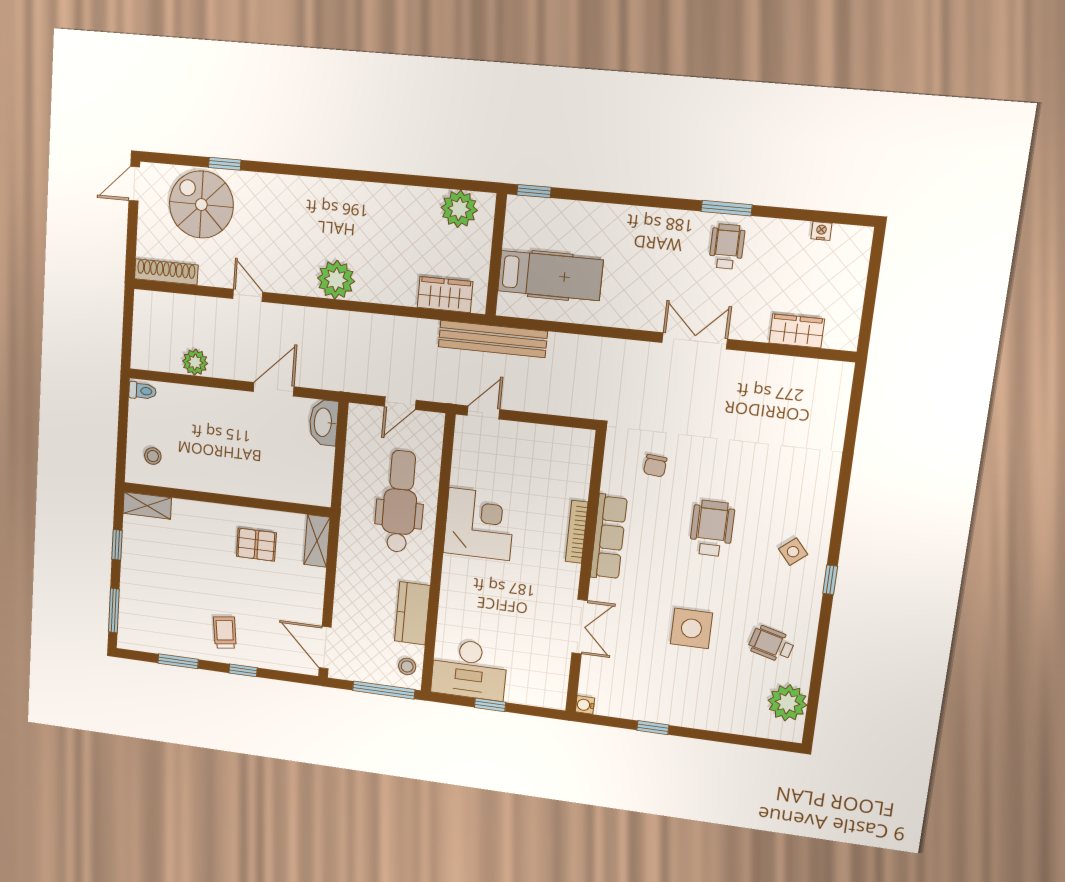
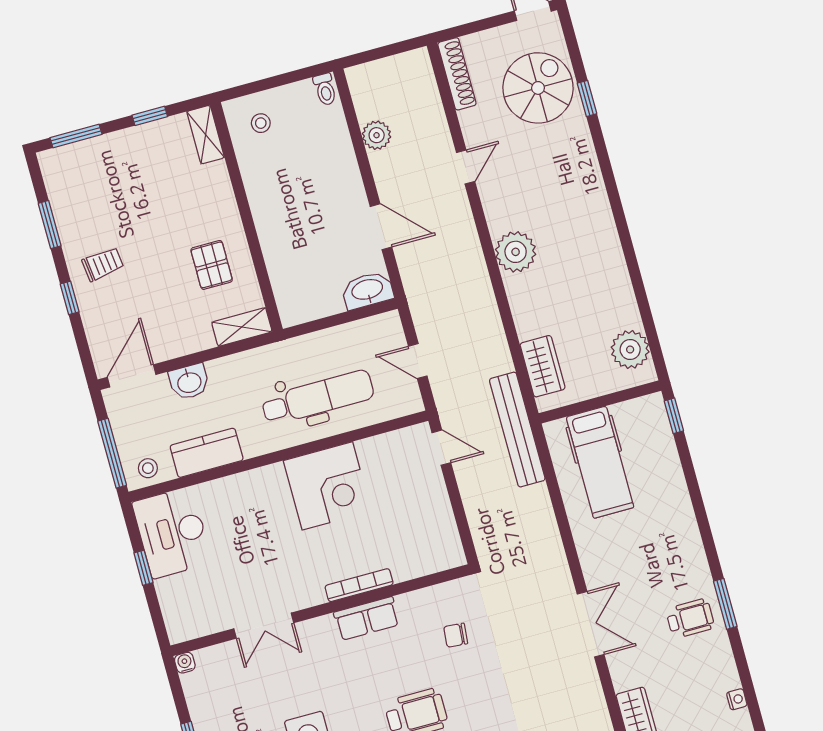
row of seats: (609, 537) -> (367, 618), width x0.68
washbasin: (347, 603) -> (189, 382), added

